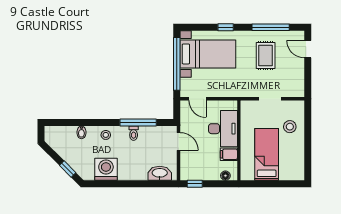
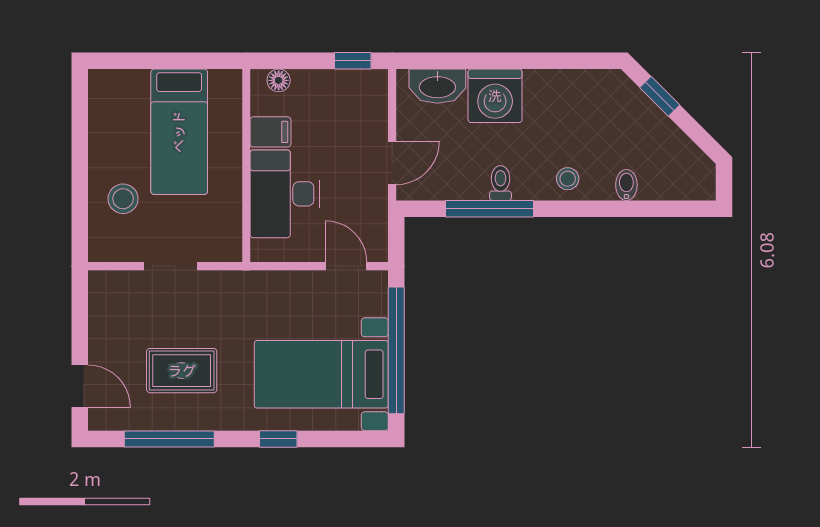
rug: (266, 56) -> (182, 371), turned 90
door: (178, 141) -> (392, 163), swing flipped
washing machine: (106, 169) -> (495, 96), moved

